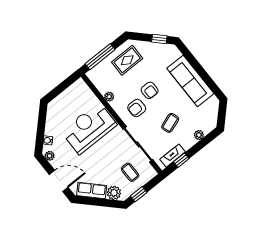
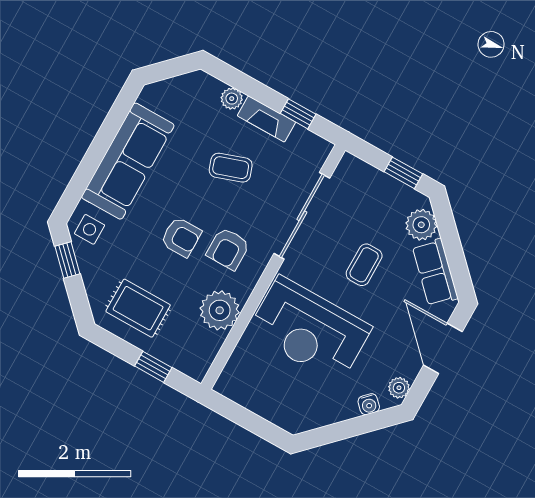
side table: (168, 53) -> (90, 229), added
window: (100, 57) -> (153, 367), width x0.46
armchair: (150, 90) -> (181, 237), turned 90
plant: (109, 97) -> (220, 310), width x1.88, depth x1.88
armchair: (137, 108) -> (228, 249), turned 90
fireplace: (173, 156) -> (266, 119), moved
coffee table: (130, 172) -> (364, 265), moved

